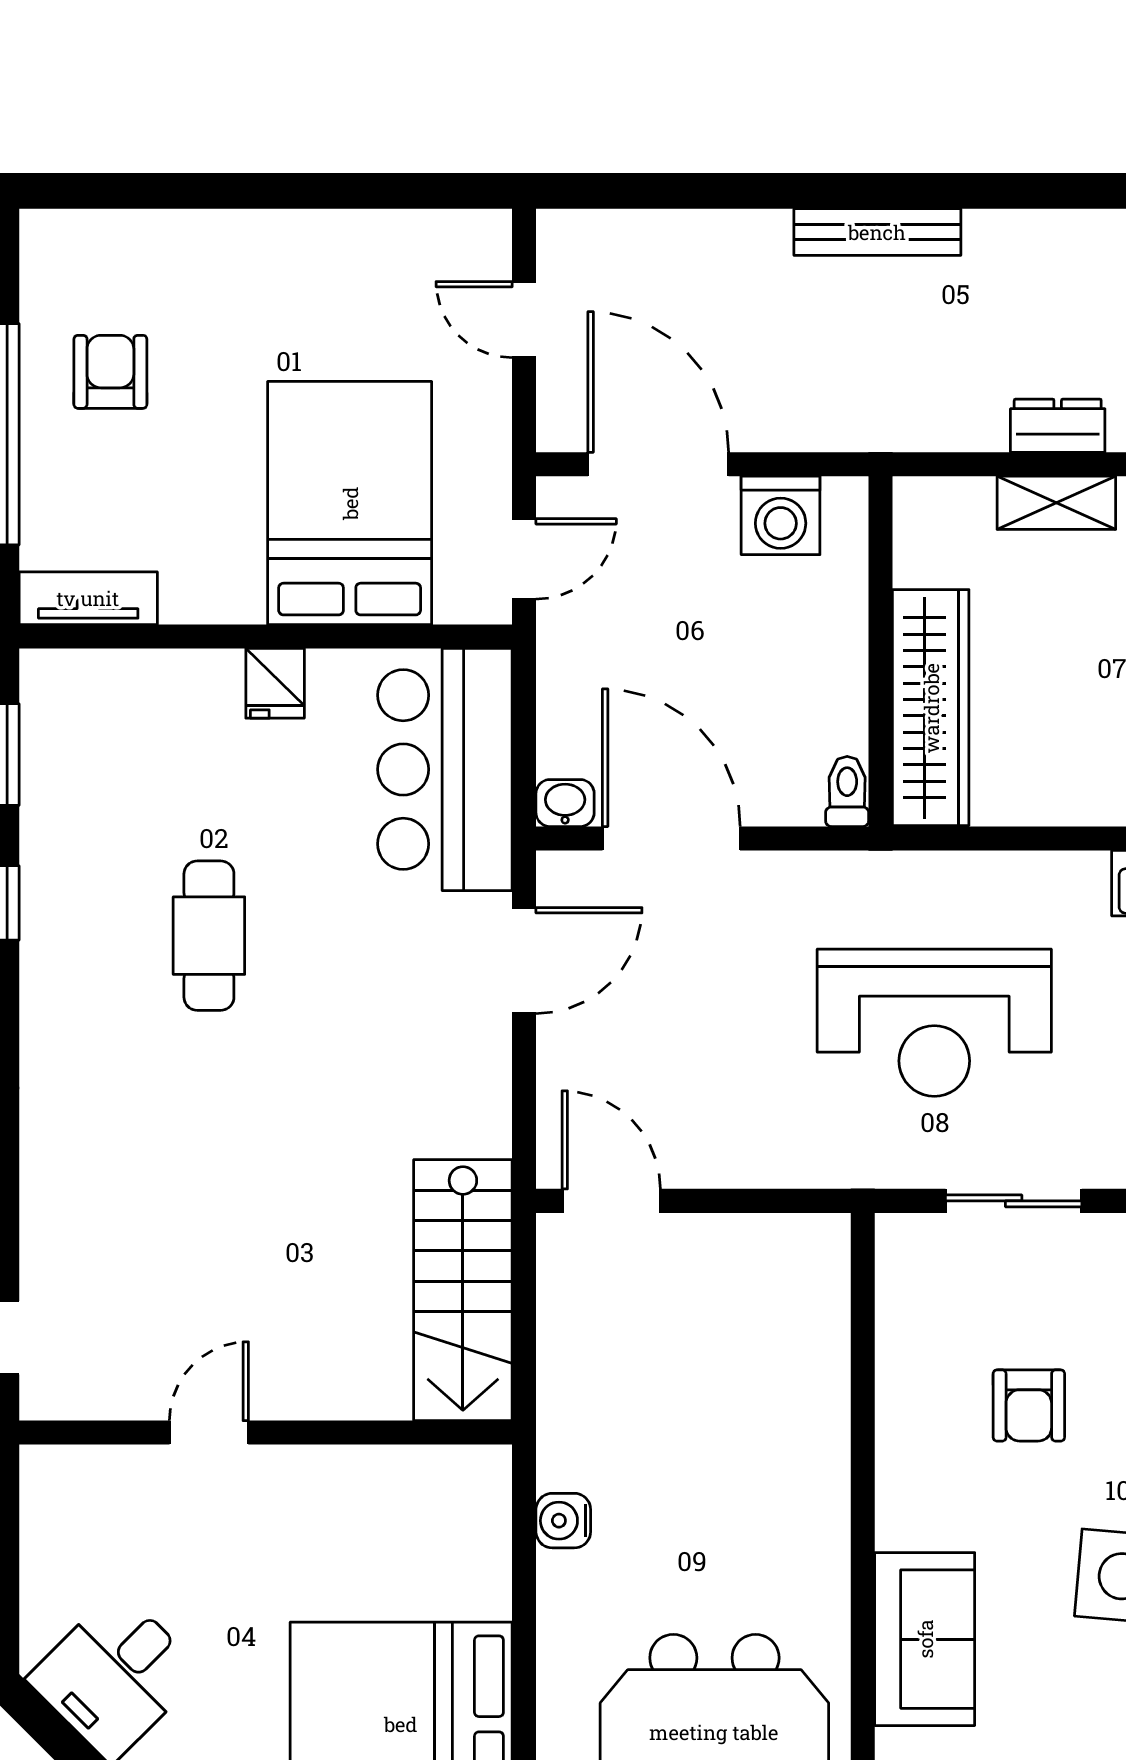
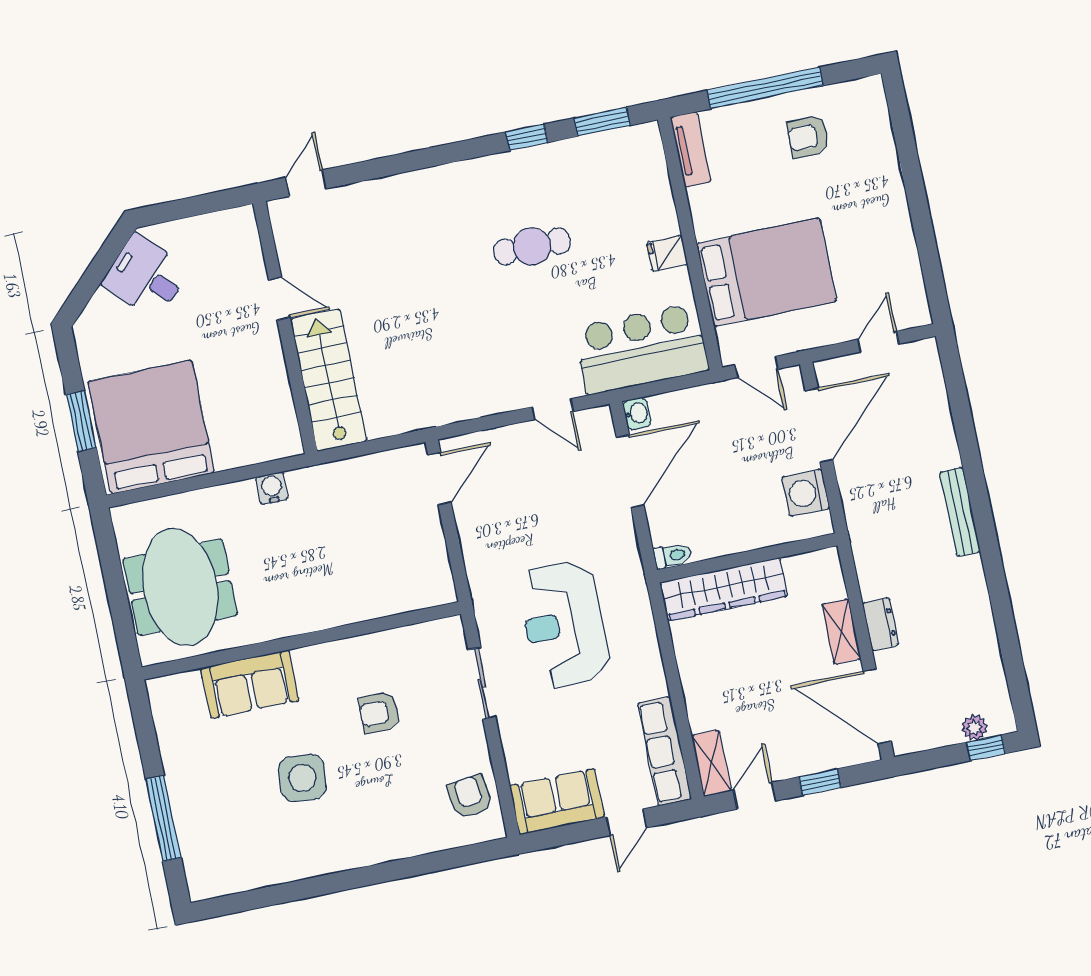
armchair: (110, 372) -> (808, 137), turned 180
door: (524, 961) -> (553, 409), width x0.73
stairs: (463, 1290) -> (329, 380), moved, turned 90

